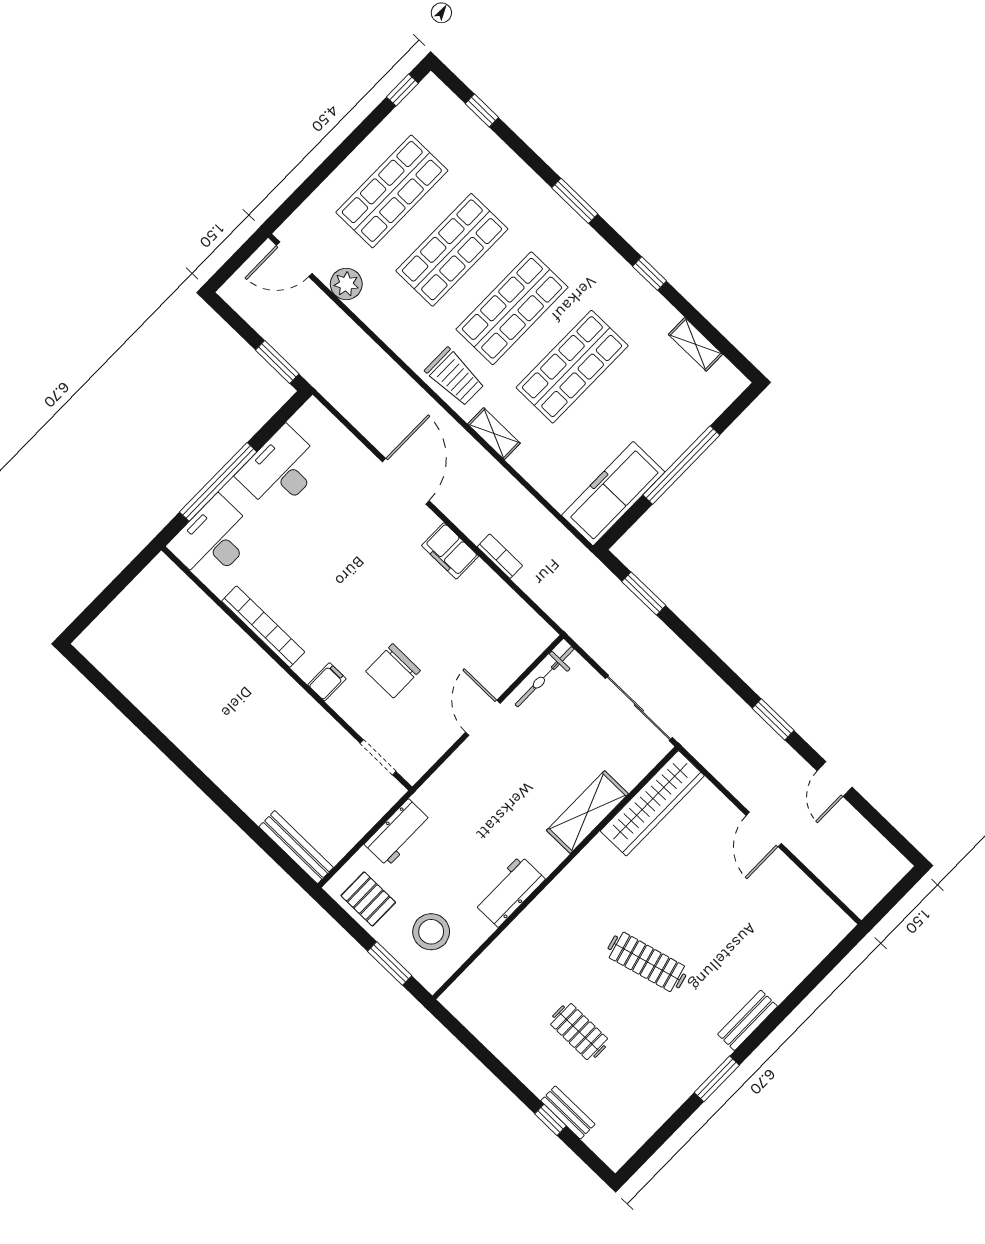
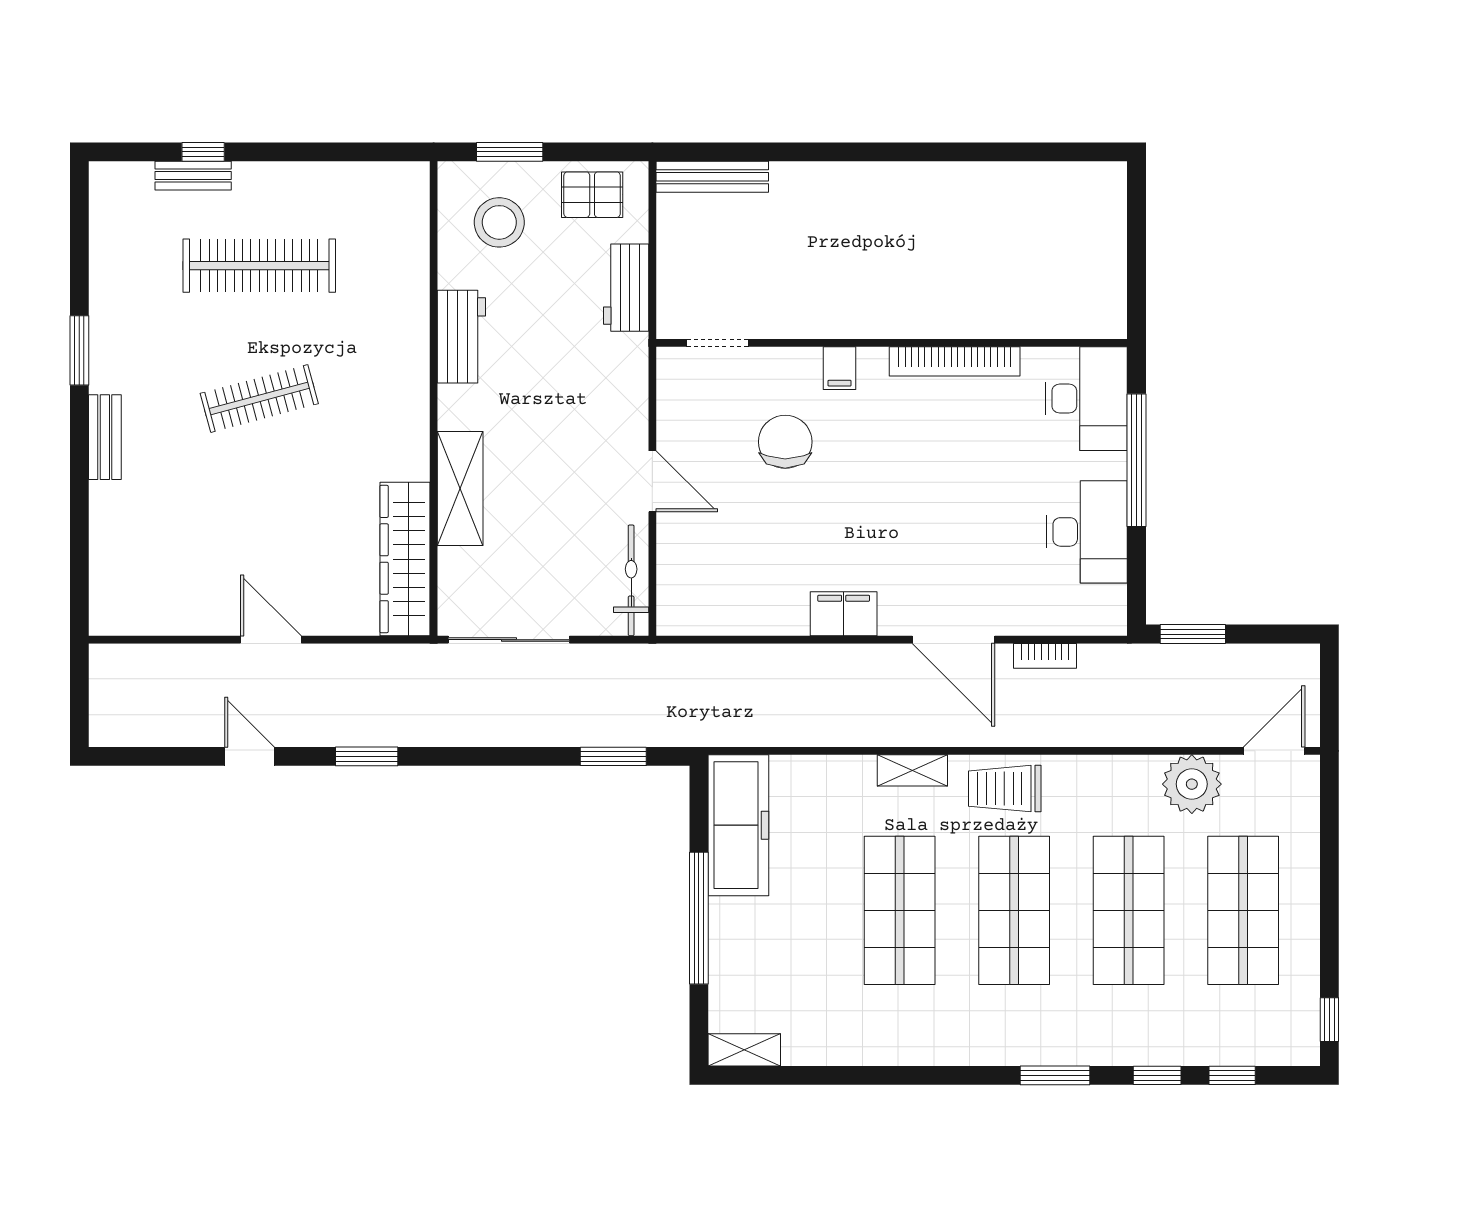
window: (650, 274) -> (1157, 1075), moved
plant: (346, 284) -> (1192, 784), width x1.36, depth x1.36
shelving: (696, 344) -> (744, 1050), moved
bookcase: (500, 556) -> (1045, 656), moved
clothes rail: (579, 1032) -> (259, 266), width x1.86, depth x1.31

